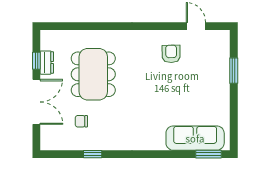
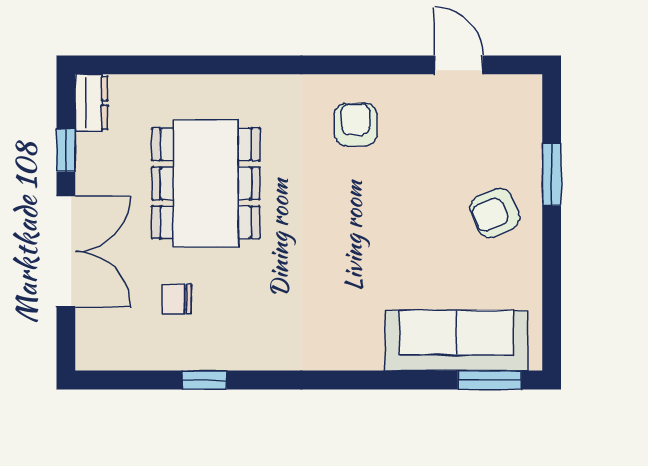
armchair: (171, 54) -> (356, 125), moved
dresser: (47, 63) -> (91, 103), moved
armchair: (211, 86) -> (495, 213), added

